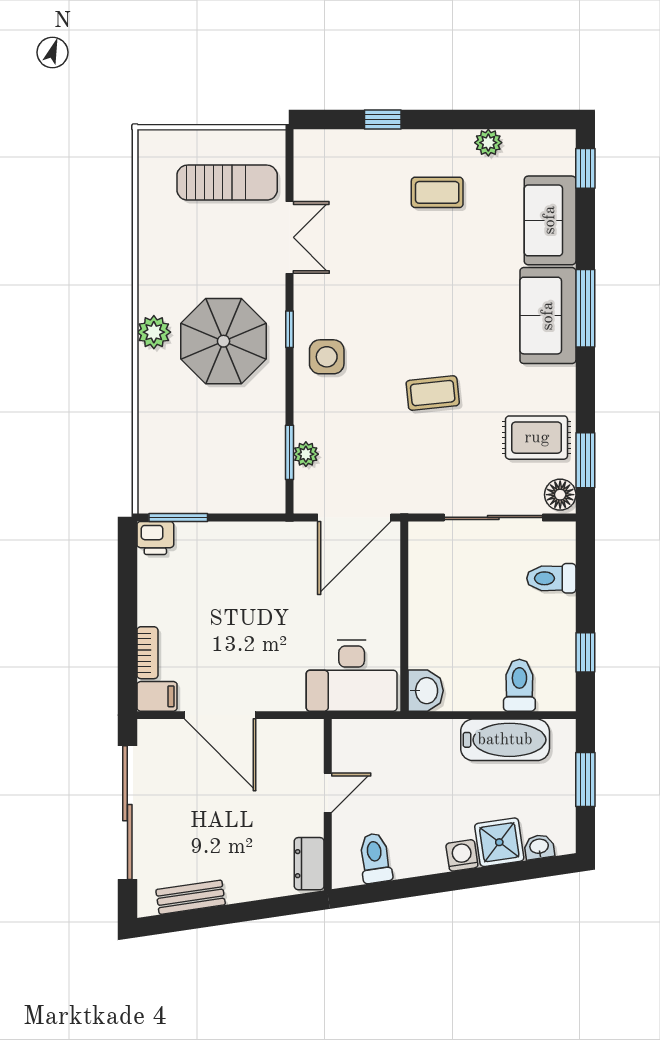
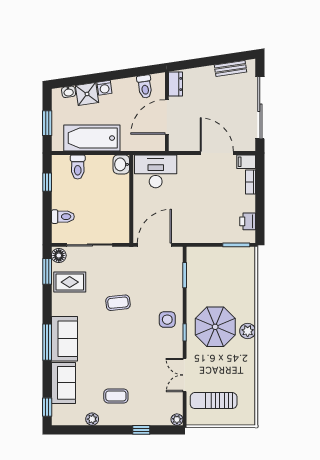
plant: (306, 454) -> (177, 420), moved
printer: (155, 538) -> (248, 221), moved, turned -90
bathtub: (505, 740) -> (92, 138), width x1.36, depth x1.36
door: (328, 793) -> (167, 117), width x1.88

